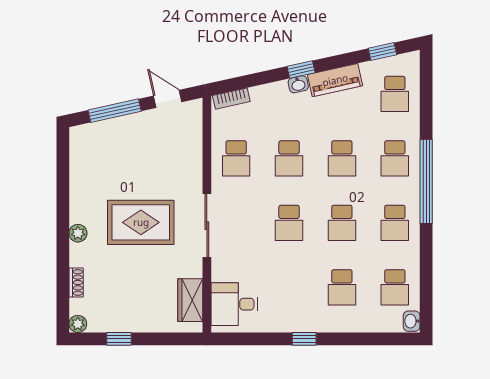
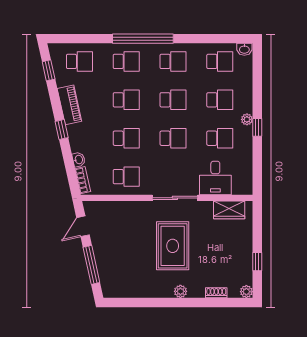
washbasin: (298, 84) -> (79, 160), moved
school desk: (289, 287) -> (220, 138), added
desk: (234, 304) -> (215, 178), moved
plant: (315, 325) -> (247, 119), added

